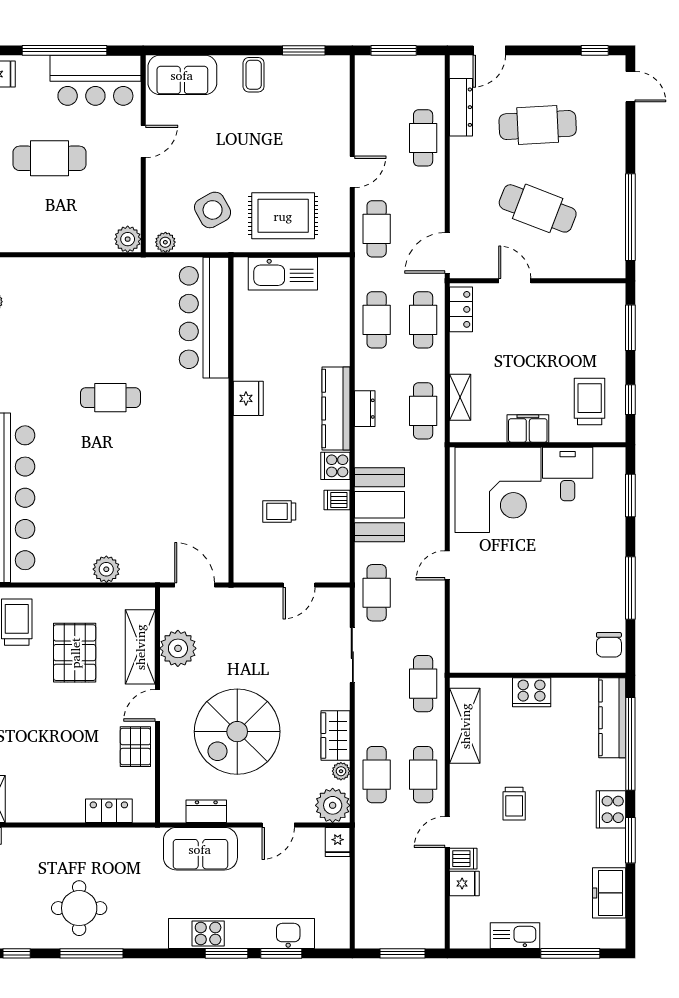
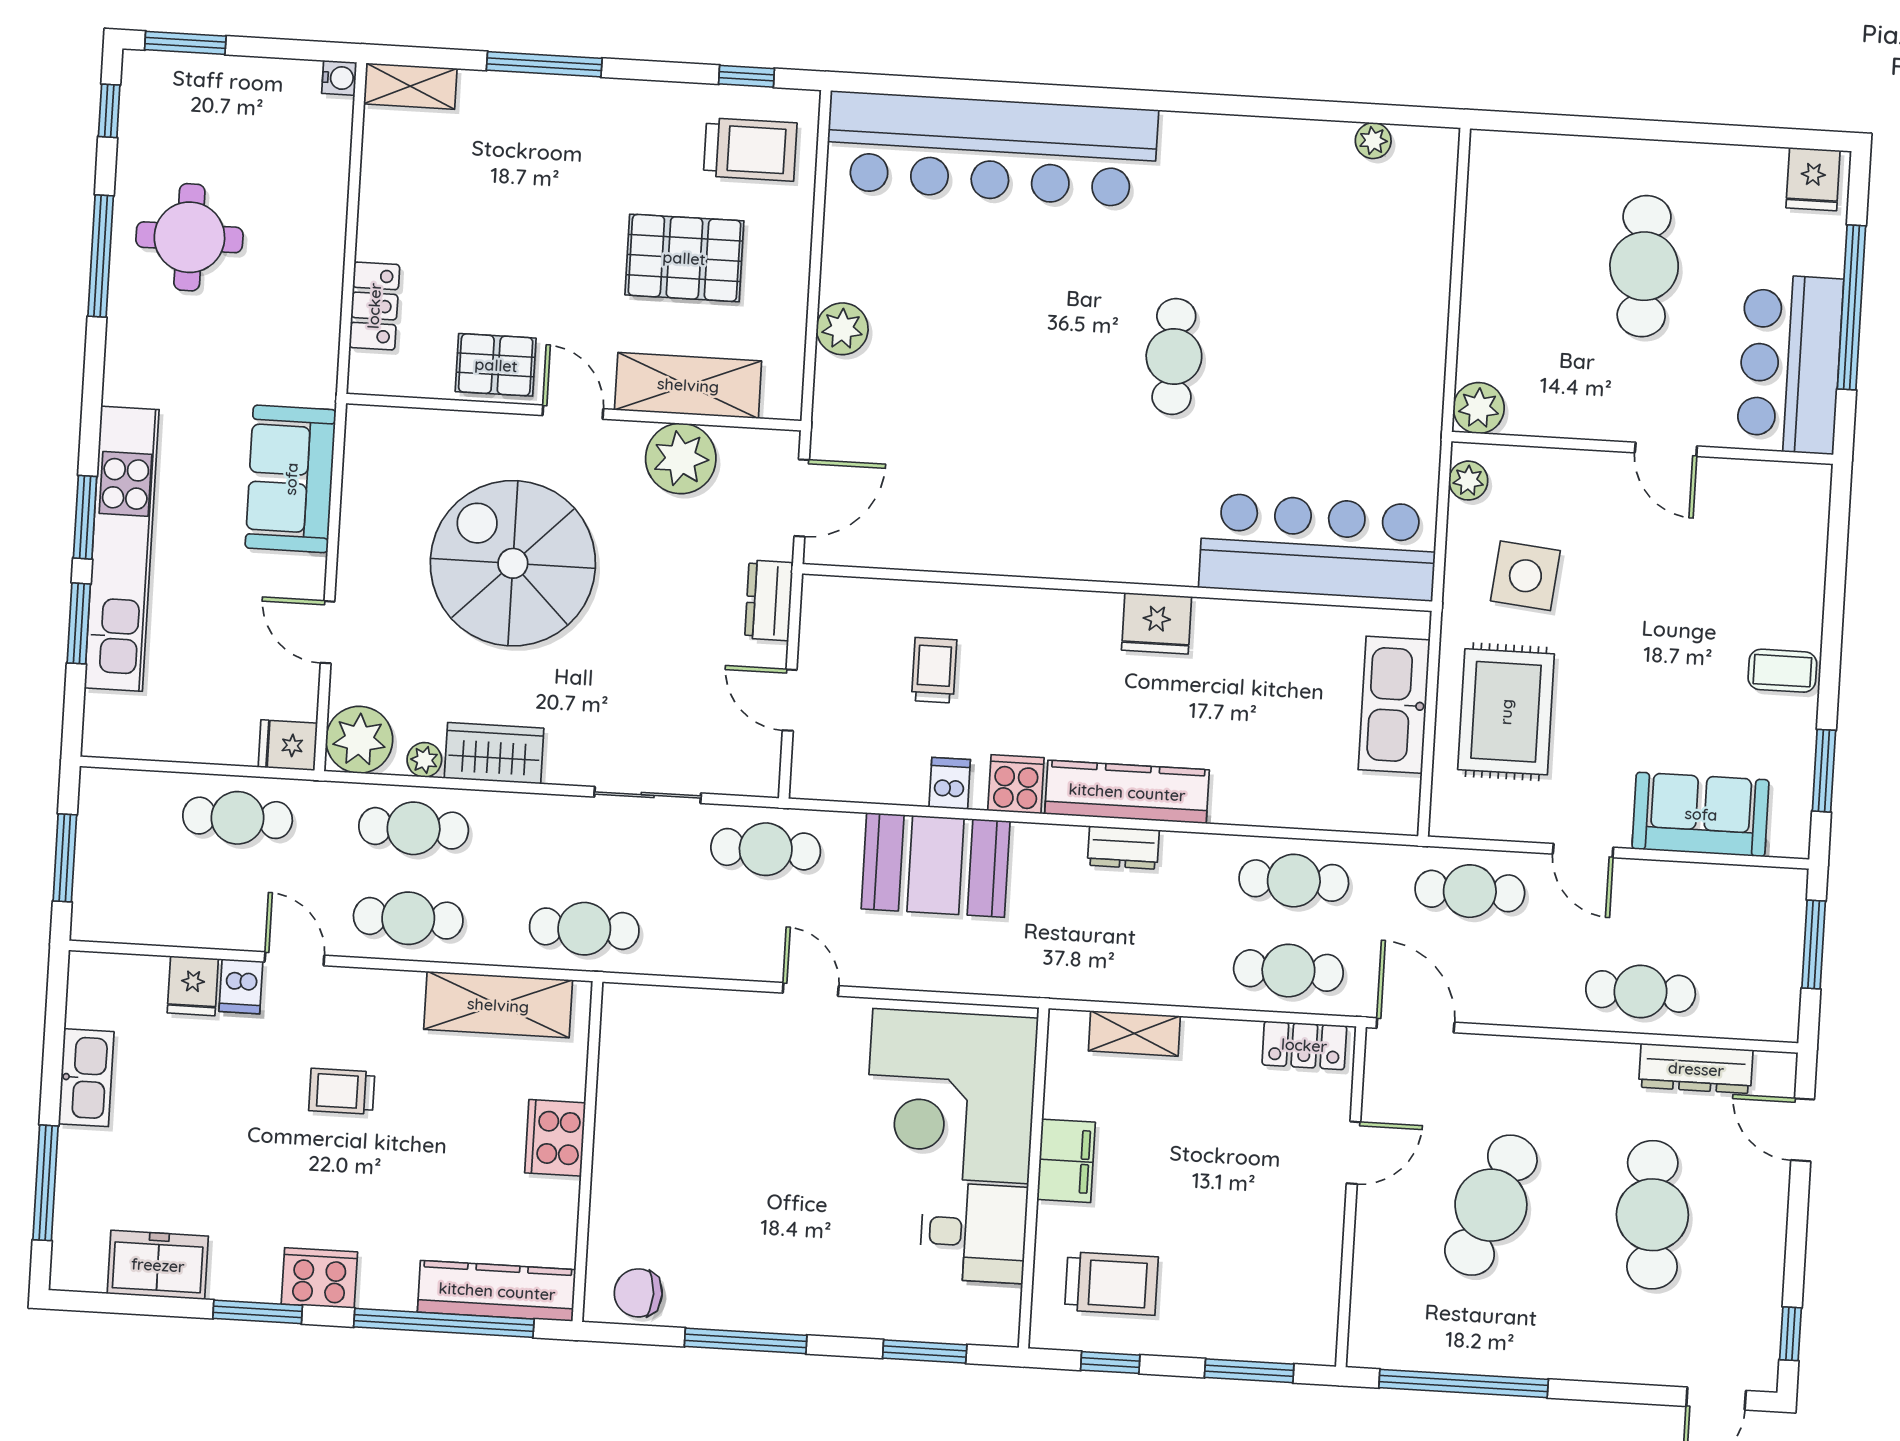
sofa: (182, 75) -> (1701, 814), moved, turned 90
side table: (213, 210) -> (1525, 576), turned 35
cafe table: (423, 411) -> (238, 818), moved
dresser: (206, 811) -> (769, 600), moved, turned 180

